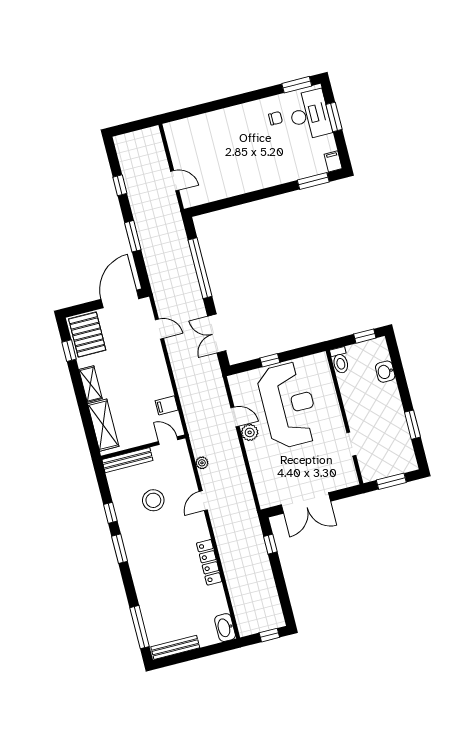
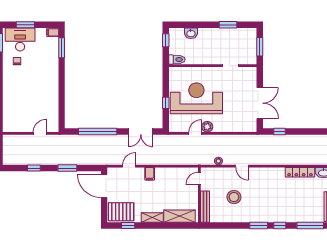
filing cabinet: (167, 405) -> (150, 174), moved
window: (110, 513) -> (280, 226), moved
locker: (209, 562) -> (300, 172), moved

